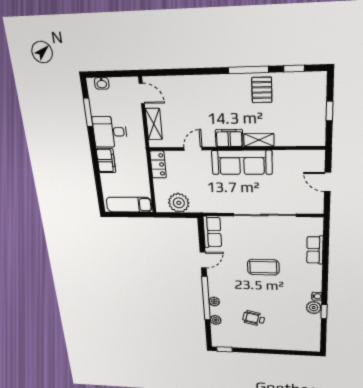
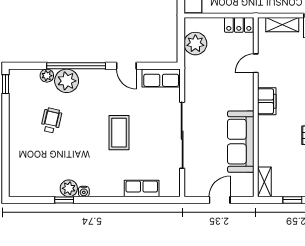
shelving: (259, 140) -> (264, 182), moved
door: (193, 149) -> (256, 63), swing flipped
sofa: (242, 162) -> (241, 142), moved
plant: (214, 302) -> (67, 81), width x1.88, depth x1.88

